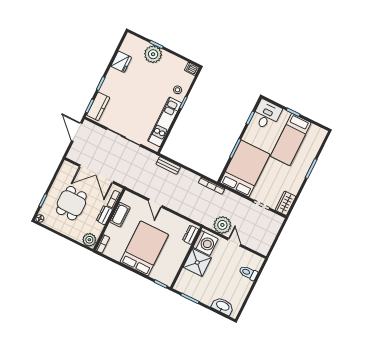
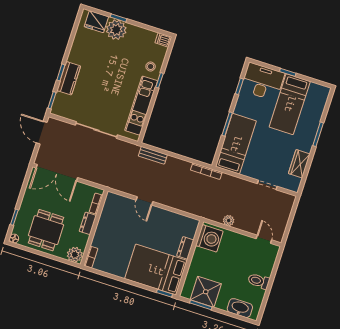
fridge: (121, 62) -> (96, 22), moved, turned 90
kitchen counter: (98, 106) -> (69, 78), moved
desk: (267, 115) -> (262, 82), width x1.37
bed: (245, 169) -> (236, 144), width x0.67
double door: (96, 174) -> (57, 173), moved
dining table: (71, 203) -> (46, 230), moved
wardrobe: (285, 203) -> (299, 164), moved
cot: (120, 215) -> (106, 220), removed
plant: (222, 225) -> (229, 221), width x0.53, depth x0.53
dresser: (191, 235) -> (185, 248), moved
door: (234, 242) -> (264, 239), moved
bed: (144, 248) -> (156, 270), moved, turned -90
shower: (197, 262) -> (206, 292), moved
toilet: (248, 273) -> (259, 281), moved

